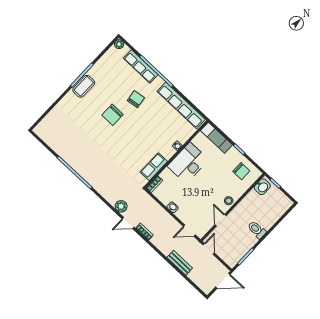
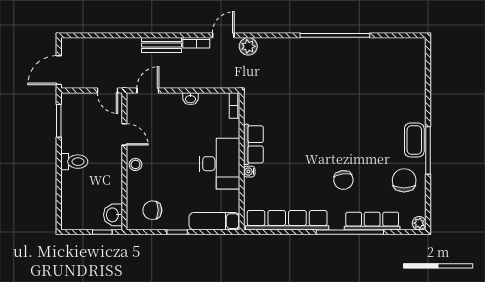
chair: (113, 115) -> (404, 180), moved
row of seats: (154, 167) -> (253, 144), moved
bench: (180, 263) -> (161, 45), moved

